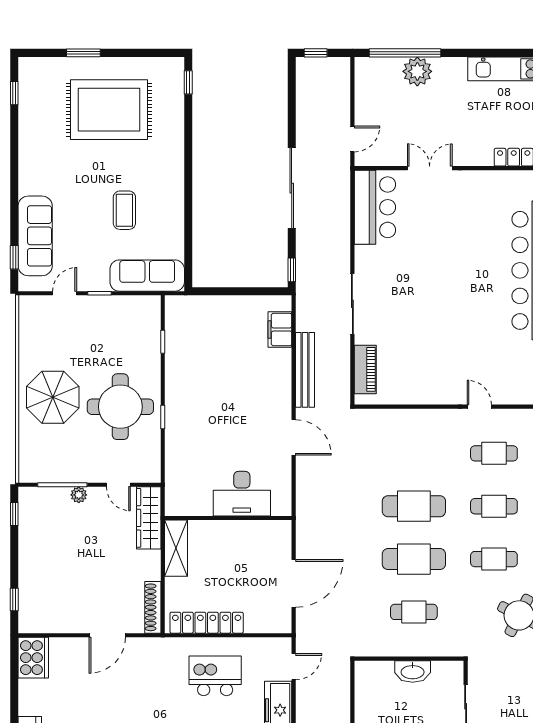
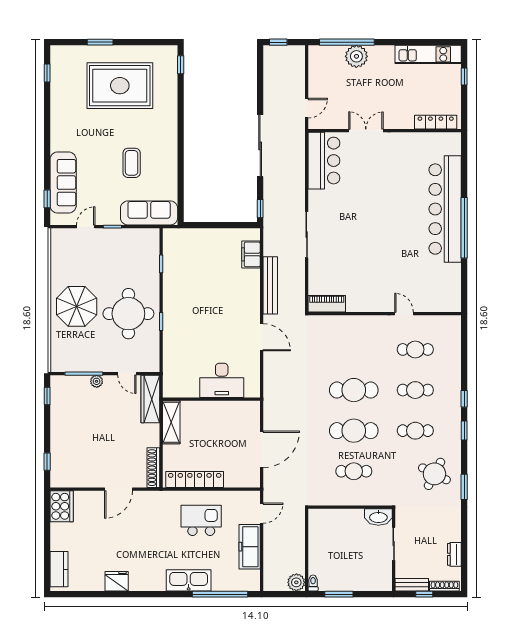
piano: (365, 369) -> (327, 304), moved, turned -90
washbasin: (413, 672) -> (378, 517), moved

